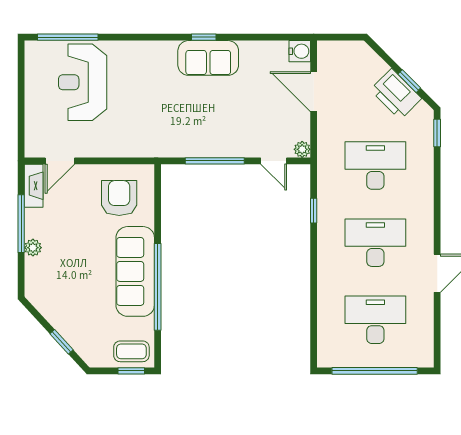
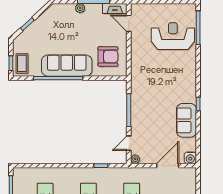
sofa: (208, 58) -> (186, 120), moved

